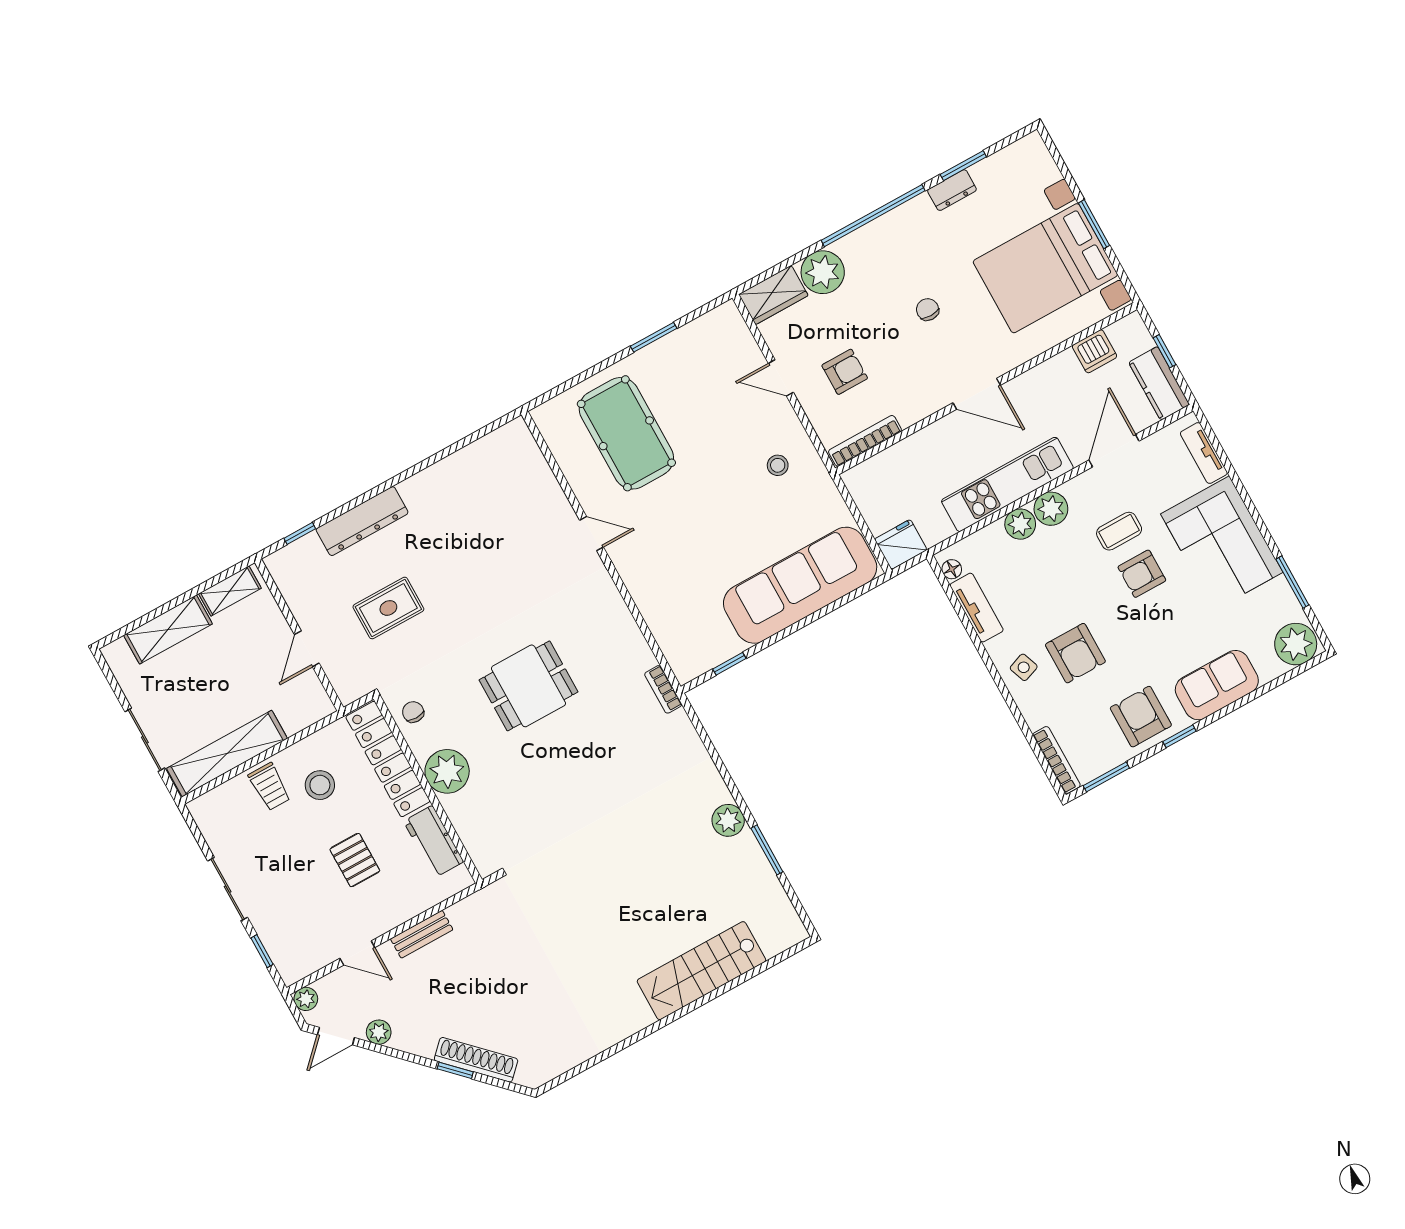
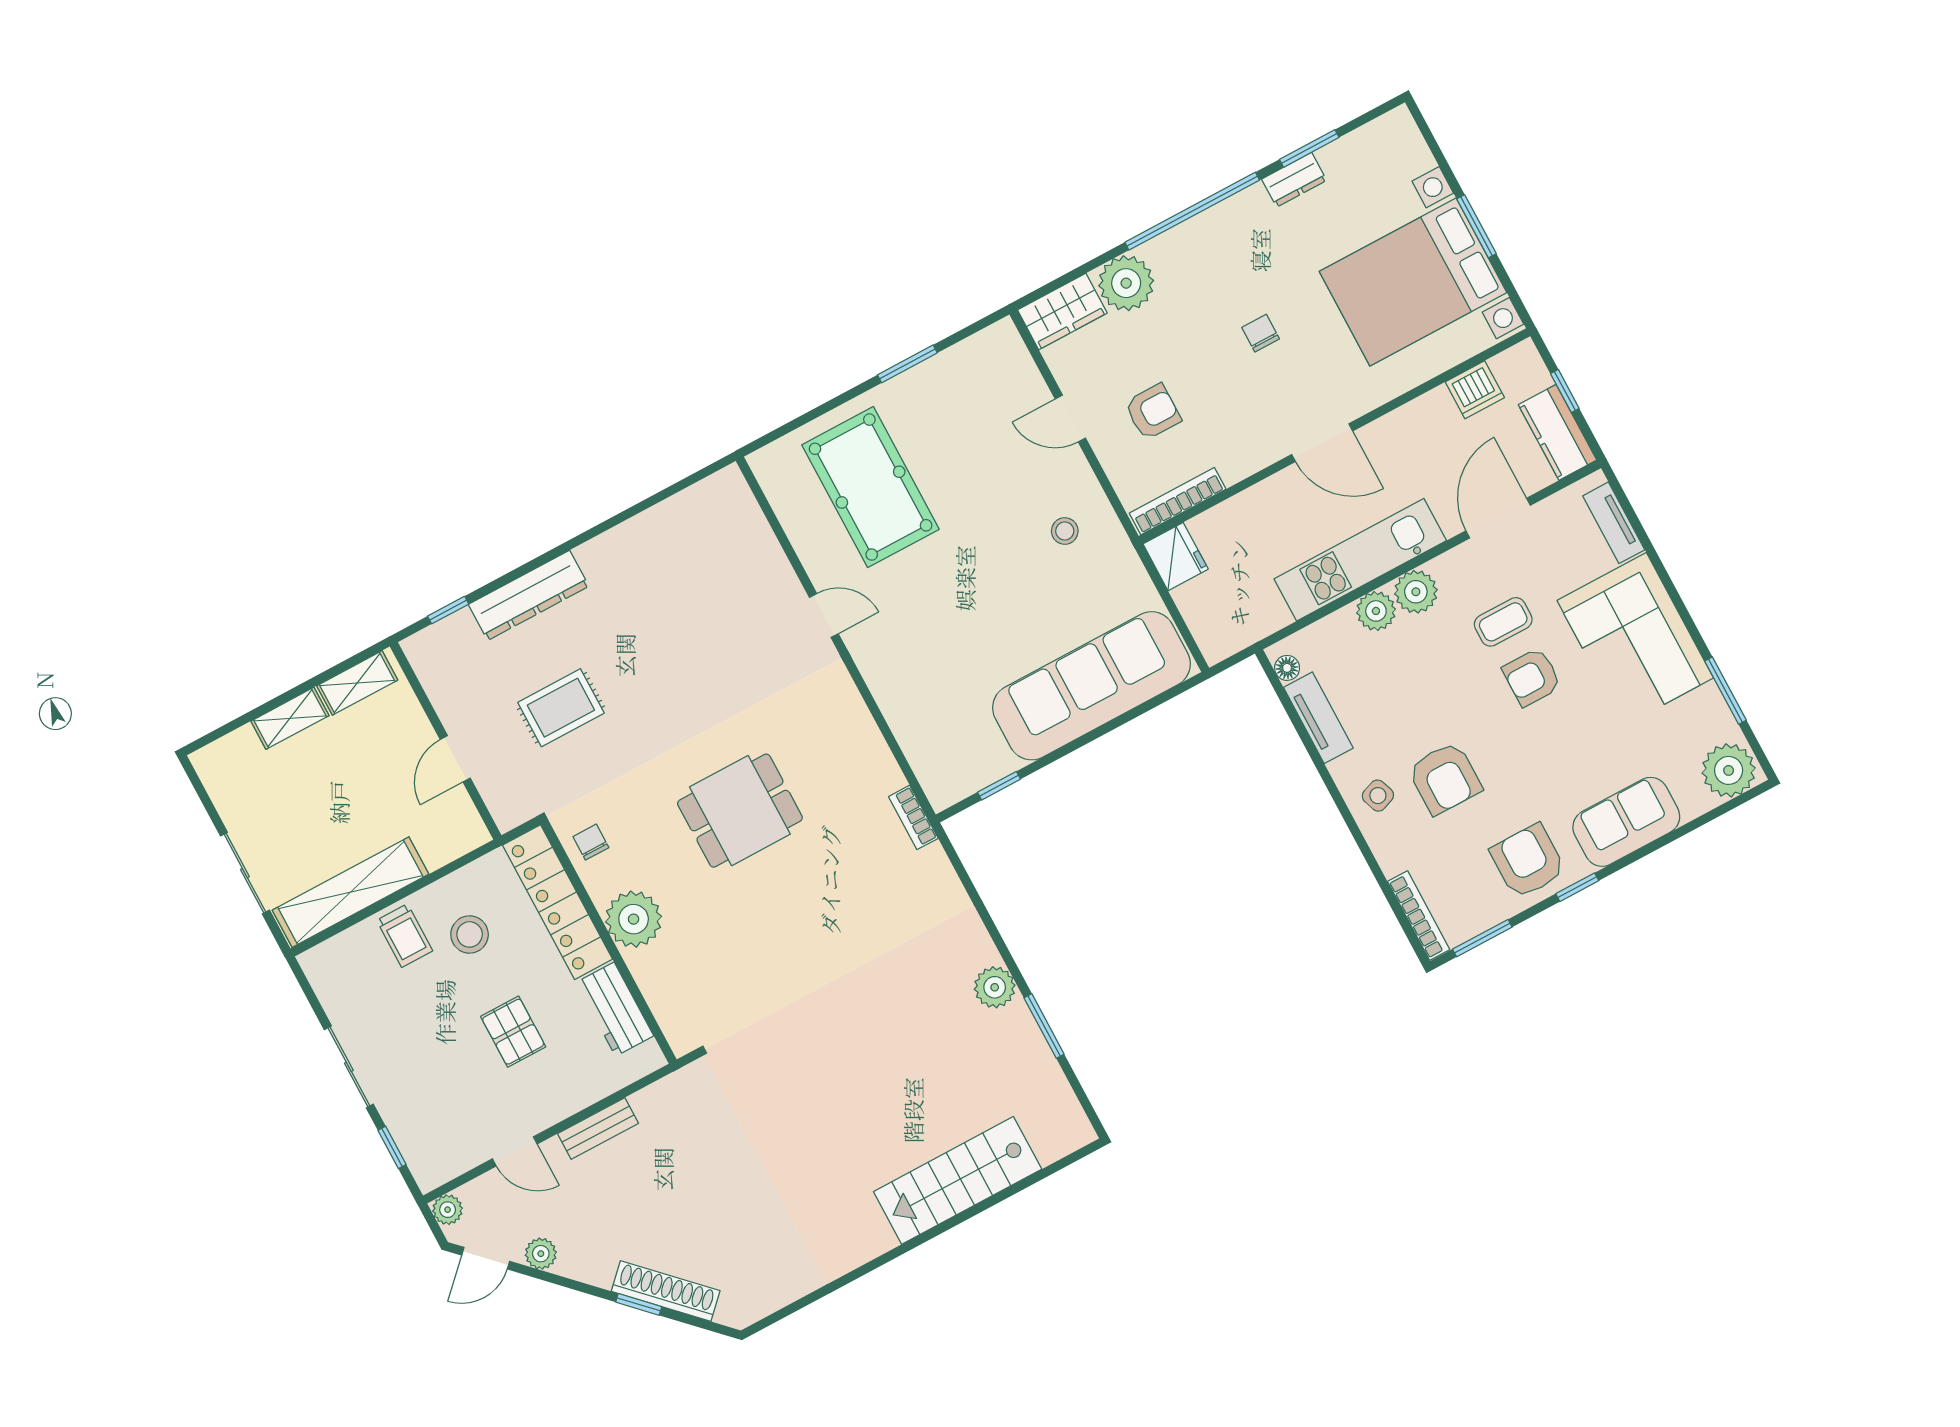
fridge: (901, 544) -> (1176, 557), moved, turned 90
shelving: (168, 630) -> (290, 718), width x0.67, depth x0.75

